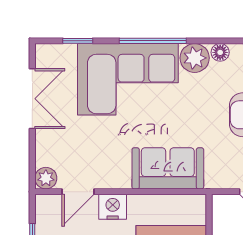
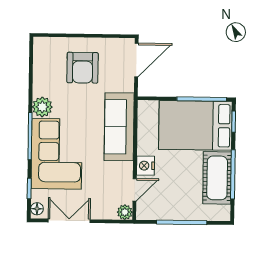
floor lamp: (220, 52) -> (37, 209), moved
sofa: (168, 168) -> (119, 127), width x1.36
door: (78, 192) -> (135, 190), hinge flipped

